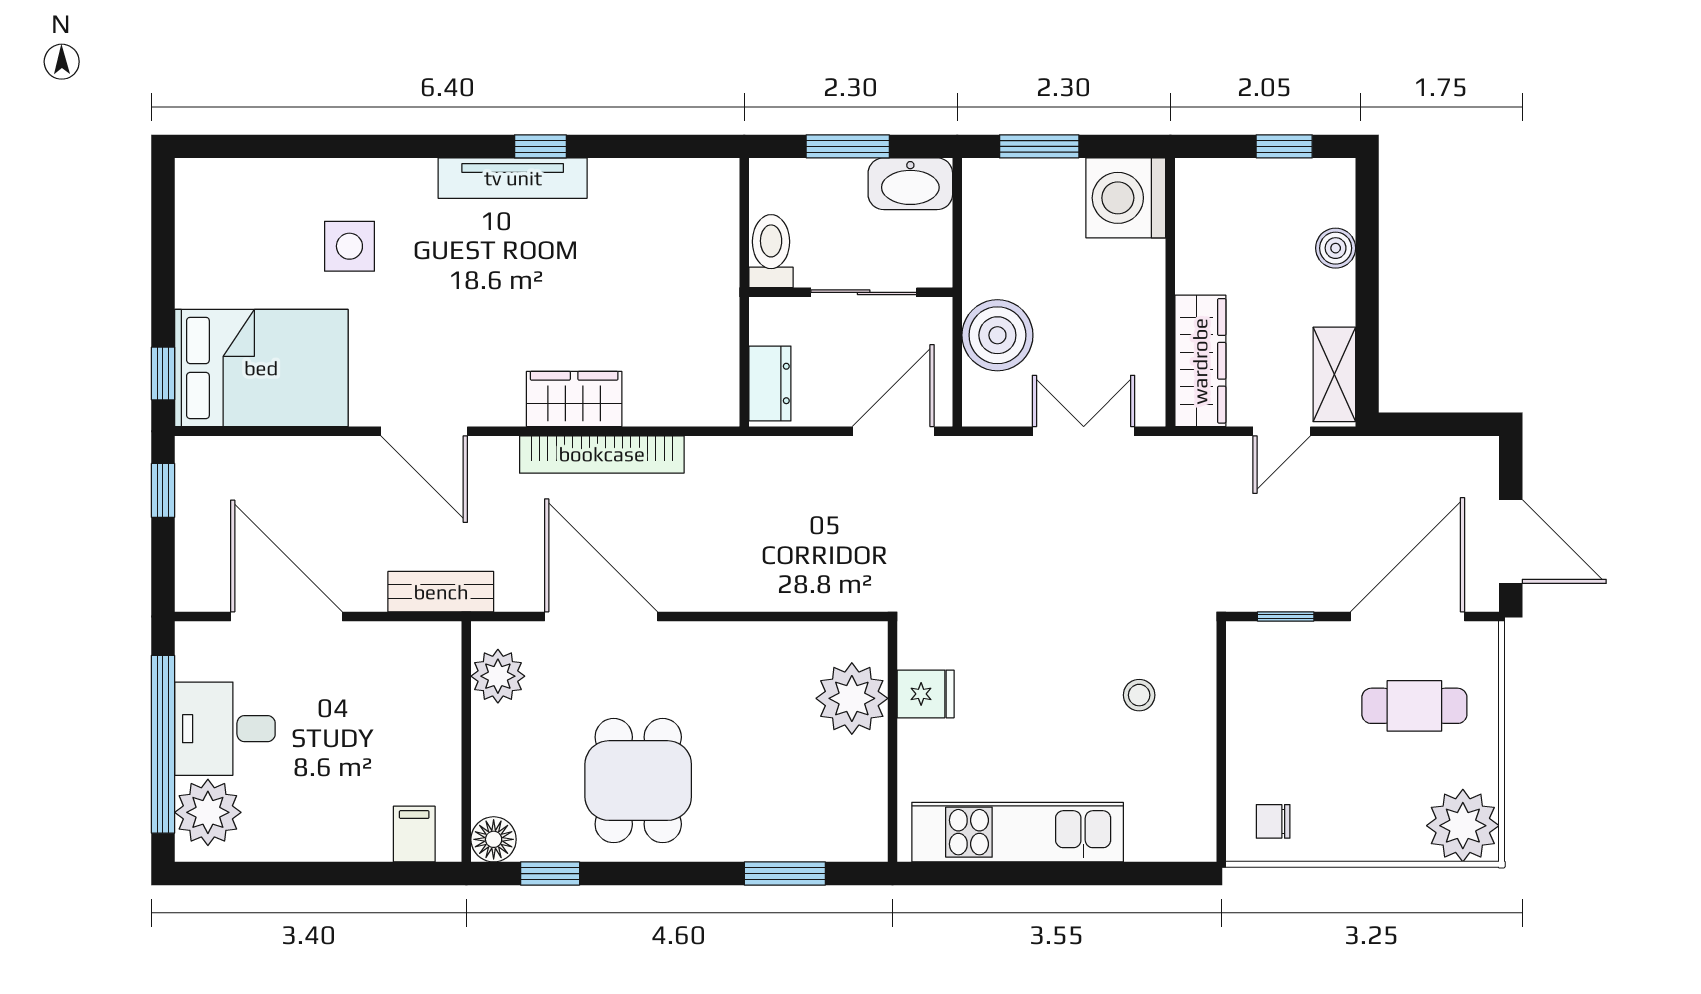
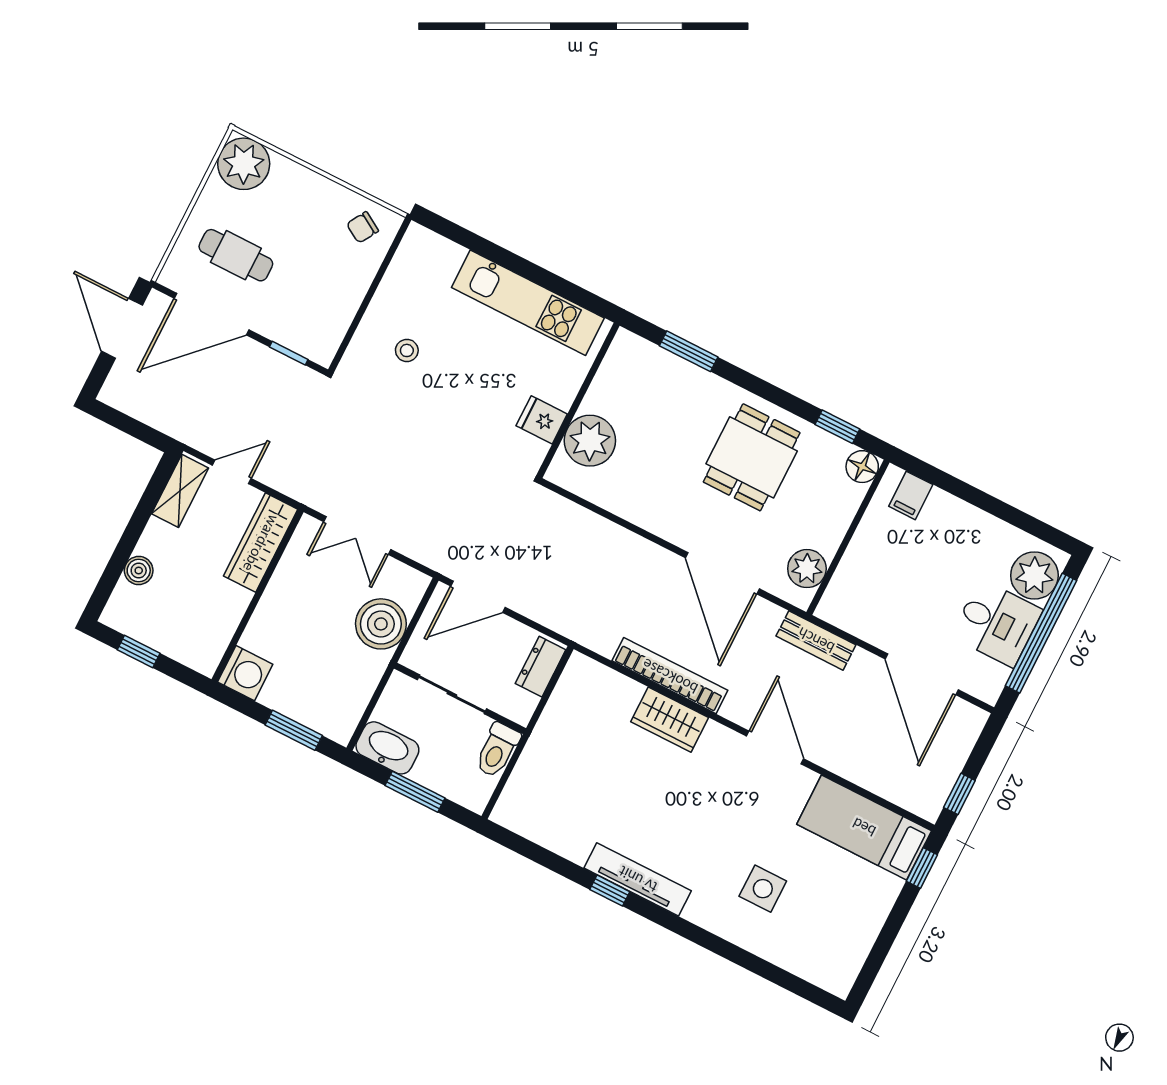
washing machine: (1126, 198) -> (245, 673), width x0.73, depth x0.73
bed: (261, 368) -> (864, 827), width x0.67
chair: (1273, 821) -> (363, 227), turned 121

